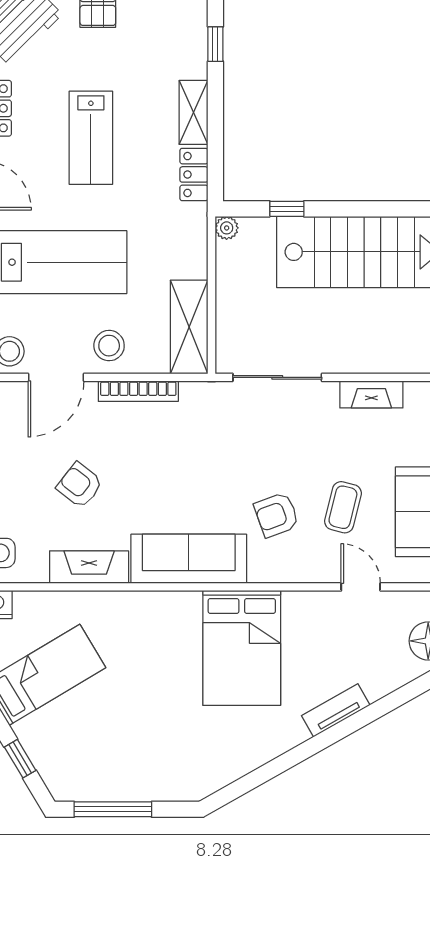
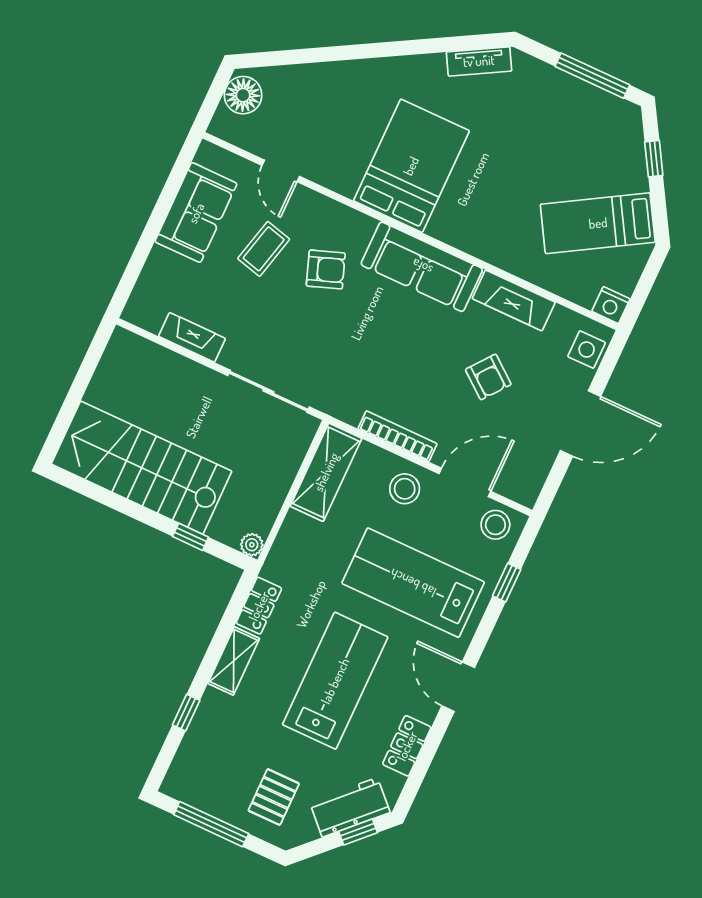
lab bench: (91, 138) -> (335, 681), width x1.36, depth x1.39
tv unit: (336, 710) -> (479, 61), moved

